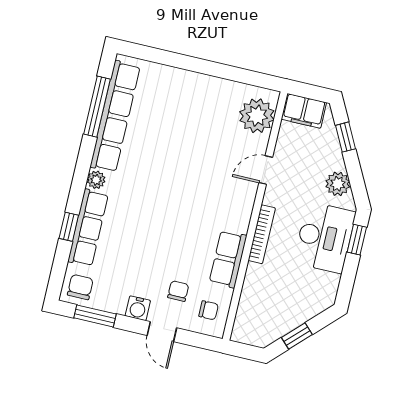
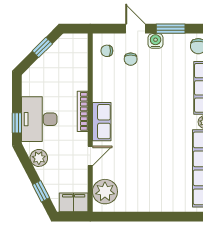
row of seats: (228, 259) -> (102, 122), moved
window: (95, 316) -> (171, 29), moved

